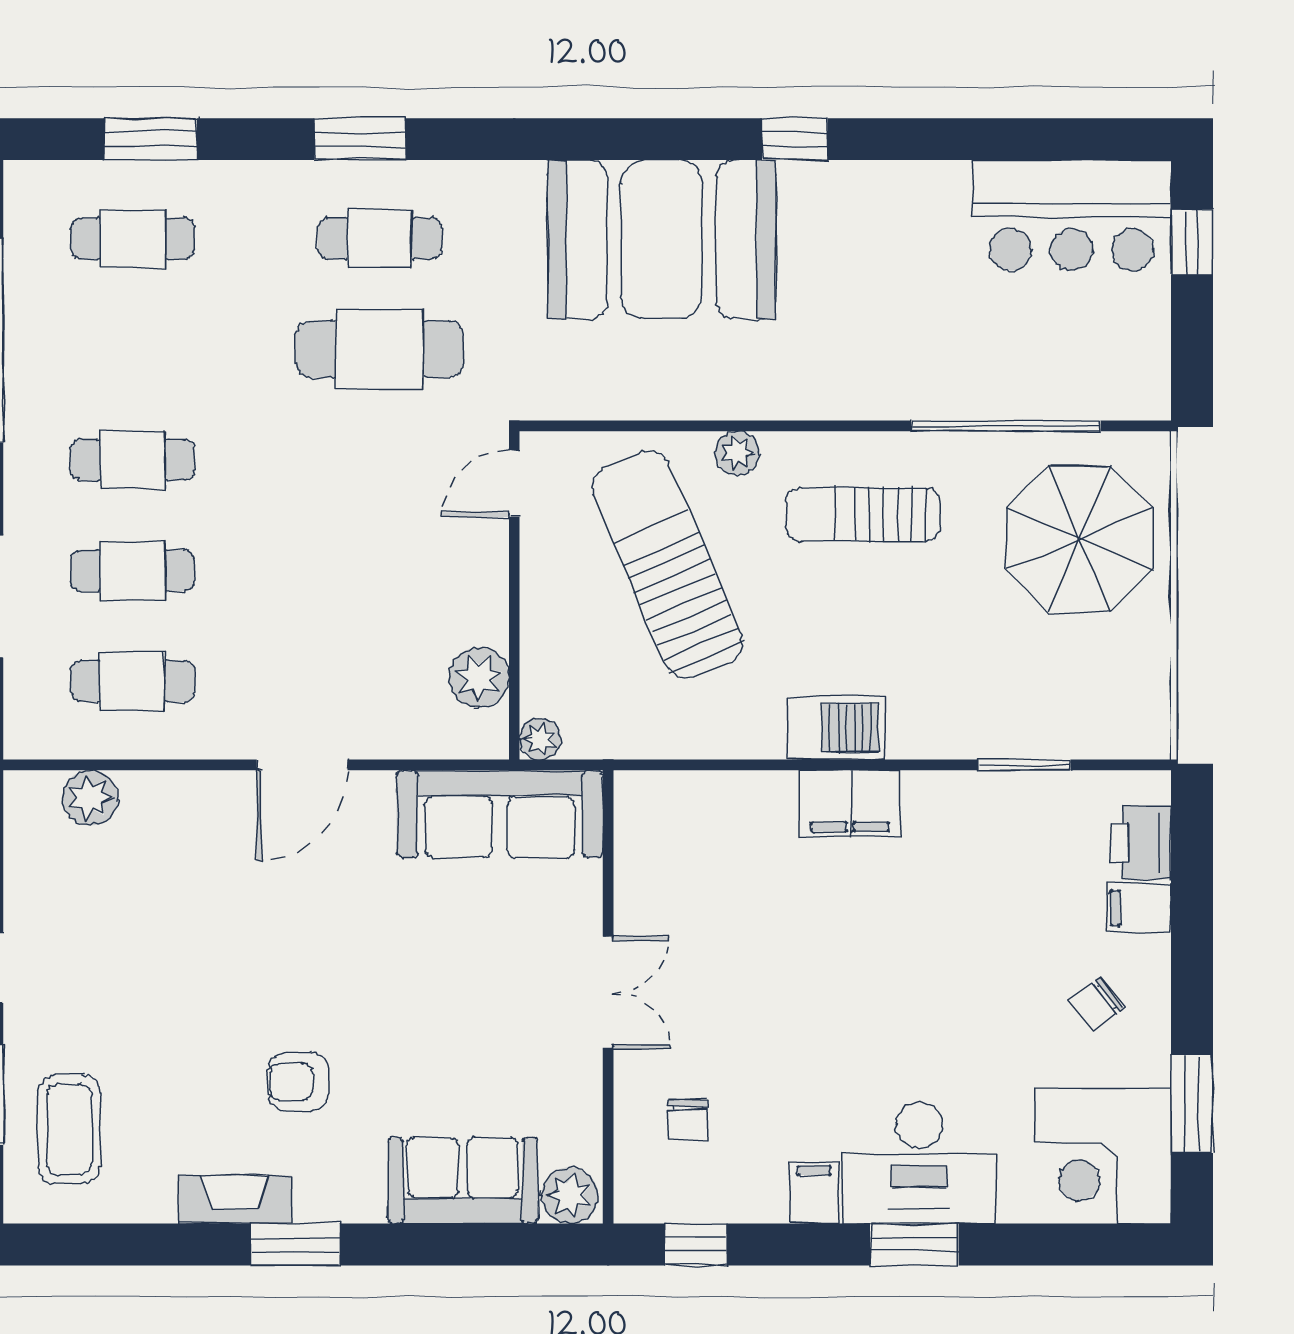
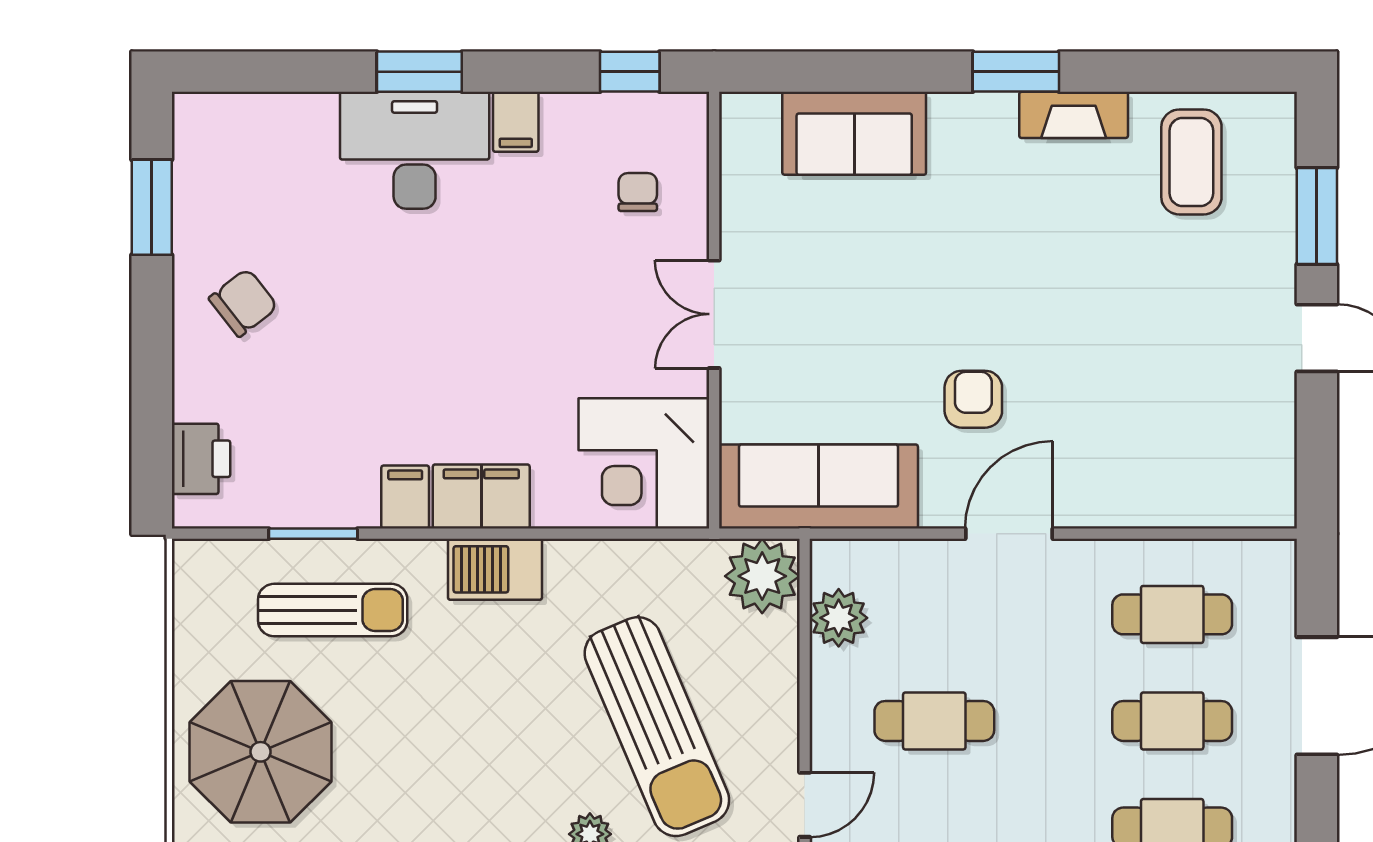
sun lounger: (863, 514) -> (333, 610), moved
cafe table: (380, 570) -> (934, 721), added
plant: (540, 739) -> (762, 576), width x1.88, depth x1.88
plant: (90, 798) -> (1213, 502), removed
filing cabinet: (1138, 908) -> (405, 497), moved, turned -90
chair: (1097, 1005) -> (243, 303), width x1.37, depth x1.37
armchair: (298, 1082) -> (973, 399), moved, turned -90
coffee table: (69, 1129) -> (1191, 162), moved
corner desk: (1103, 1156) -> (644, 463), moved, turned 180
plant: (570, 1195) -> (751, 119), removed

